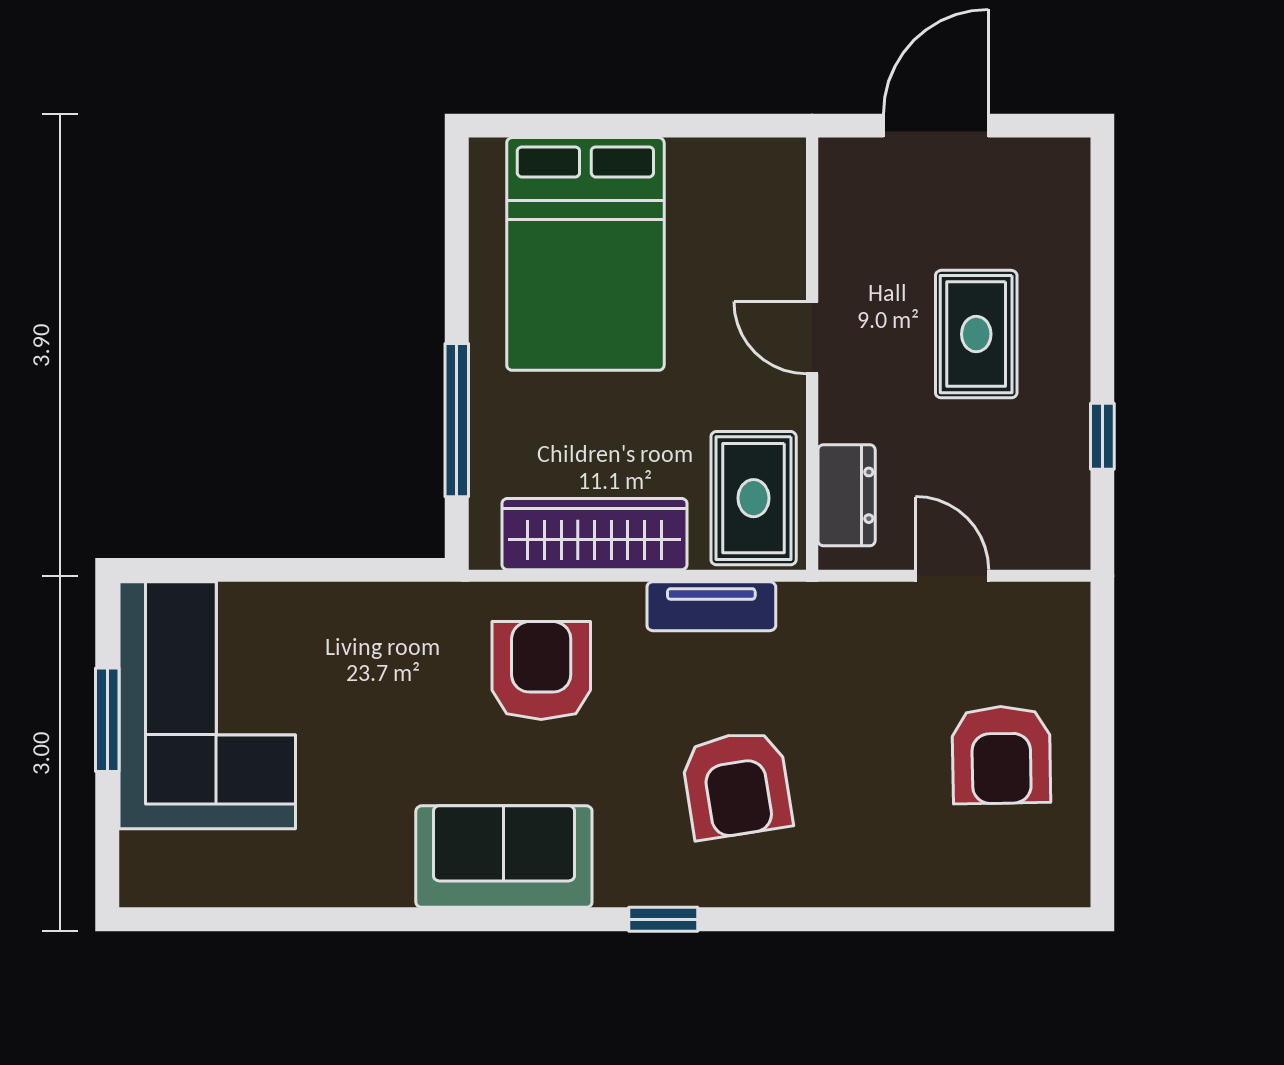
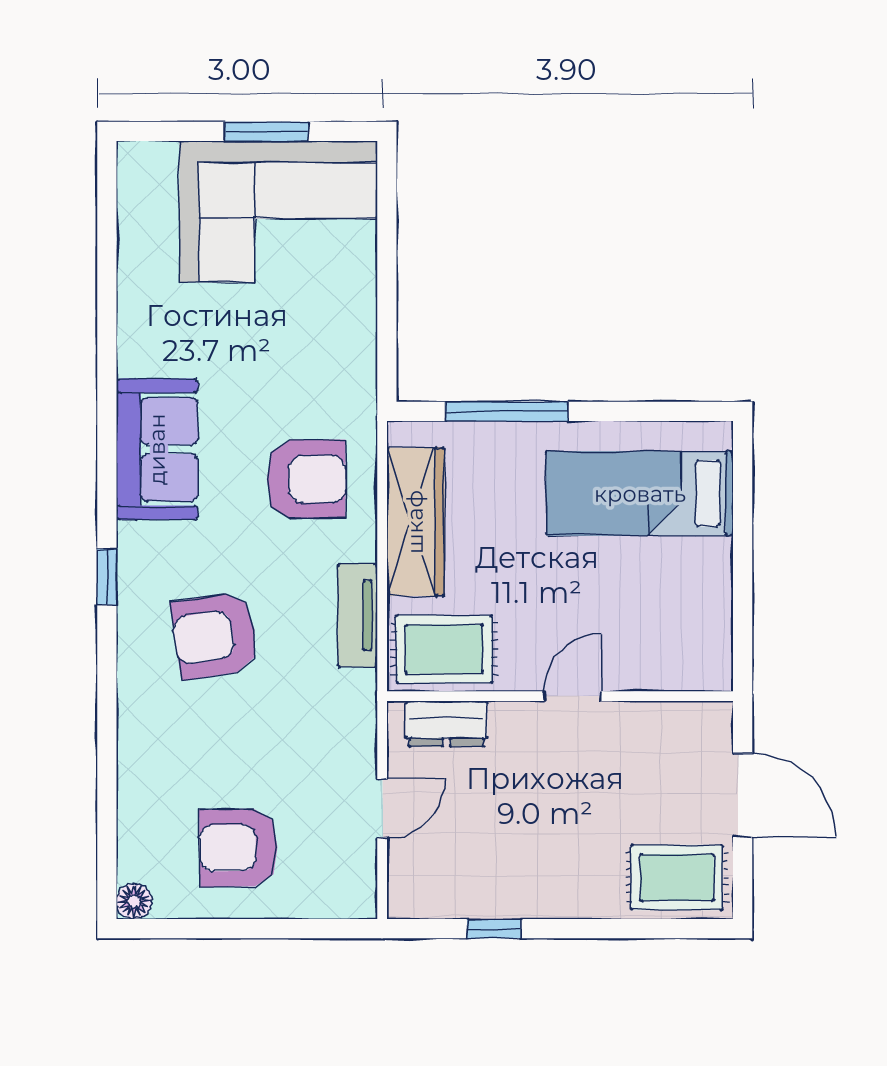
bed: (585, 254) -> (640, 494), width x0.67
rug: (976, 334) -> (677, 878), moved
floor lamp: (1068, 885) -> (134, 901), added

